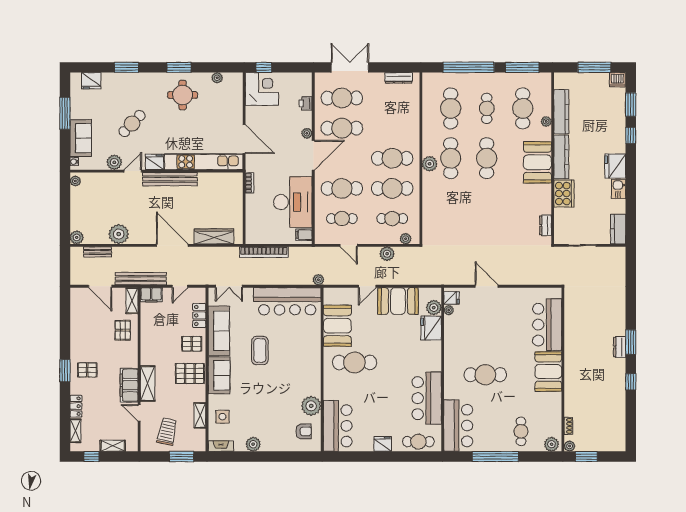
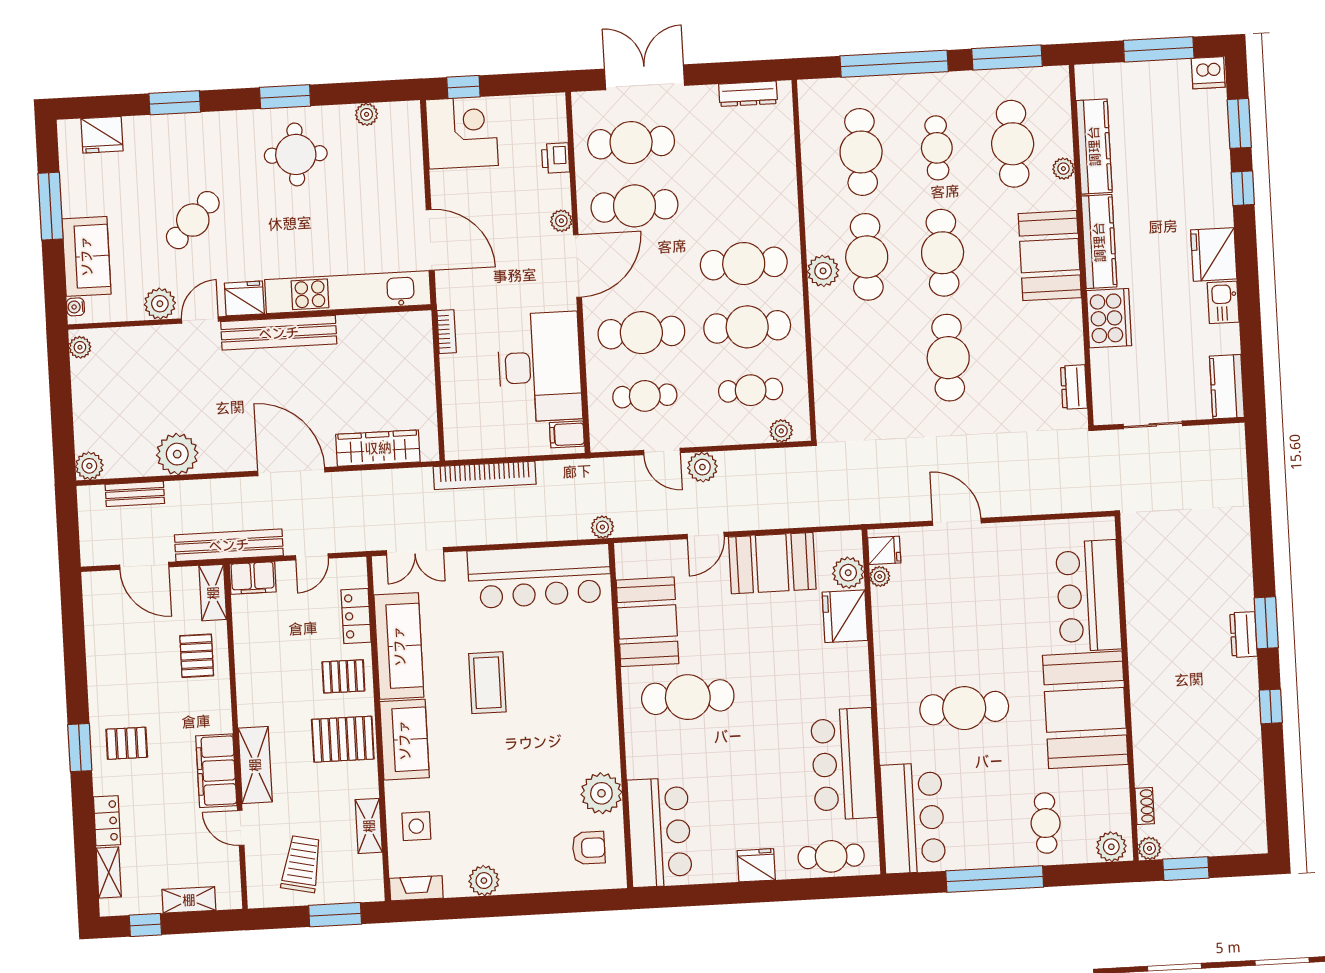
cafe table: (487, 208) -> (948, 358), added
plant: (387, 254) -> (702, 467), moved
booth: (548, 372) -> (1085, 710), width x1.36, depth x1.42

